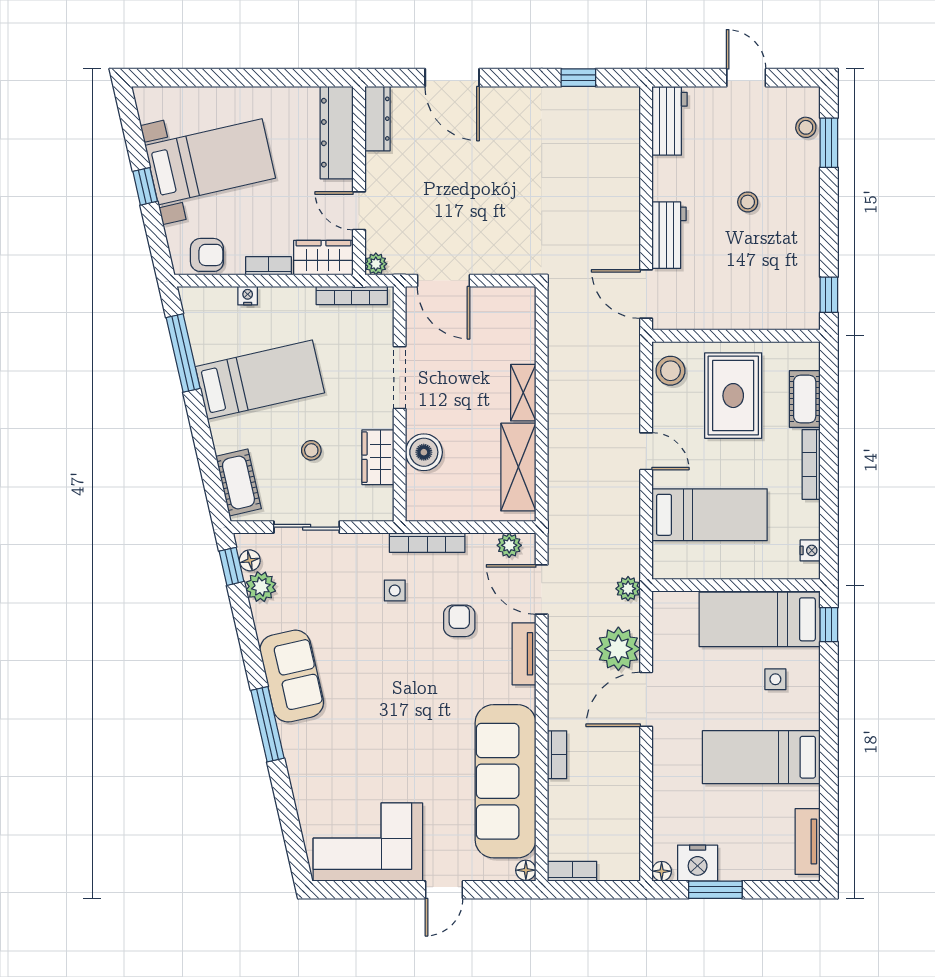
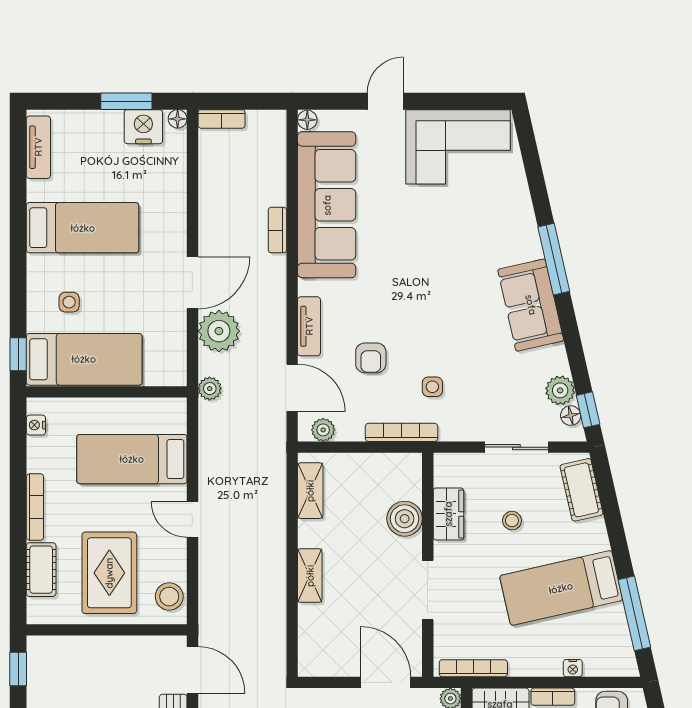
shelving: (518, 467) -> (310, 491), width x0.67, depth x0.75
bookcase: (572, 871) -> (221, 119), moved

